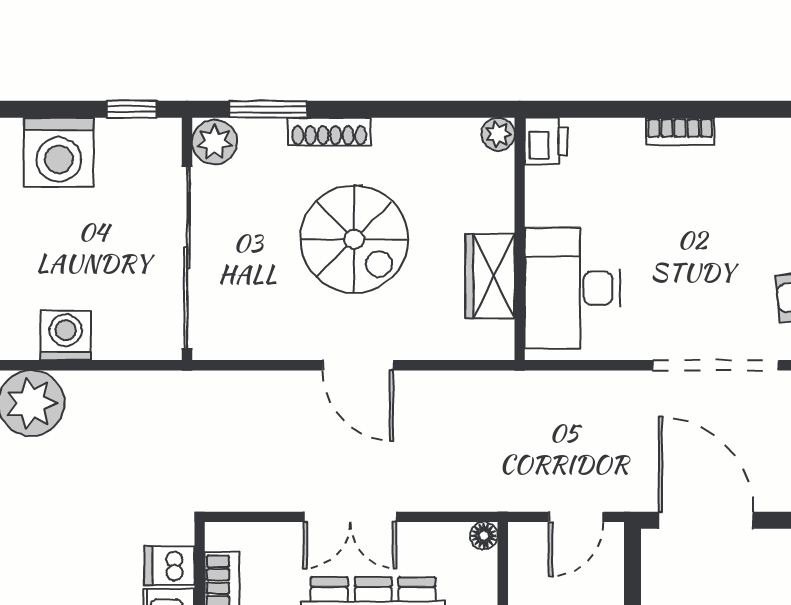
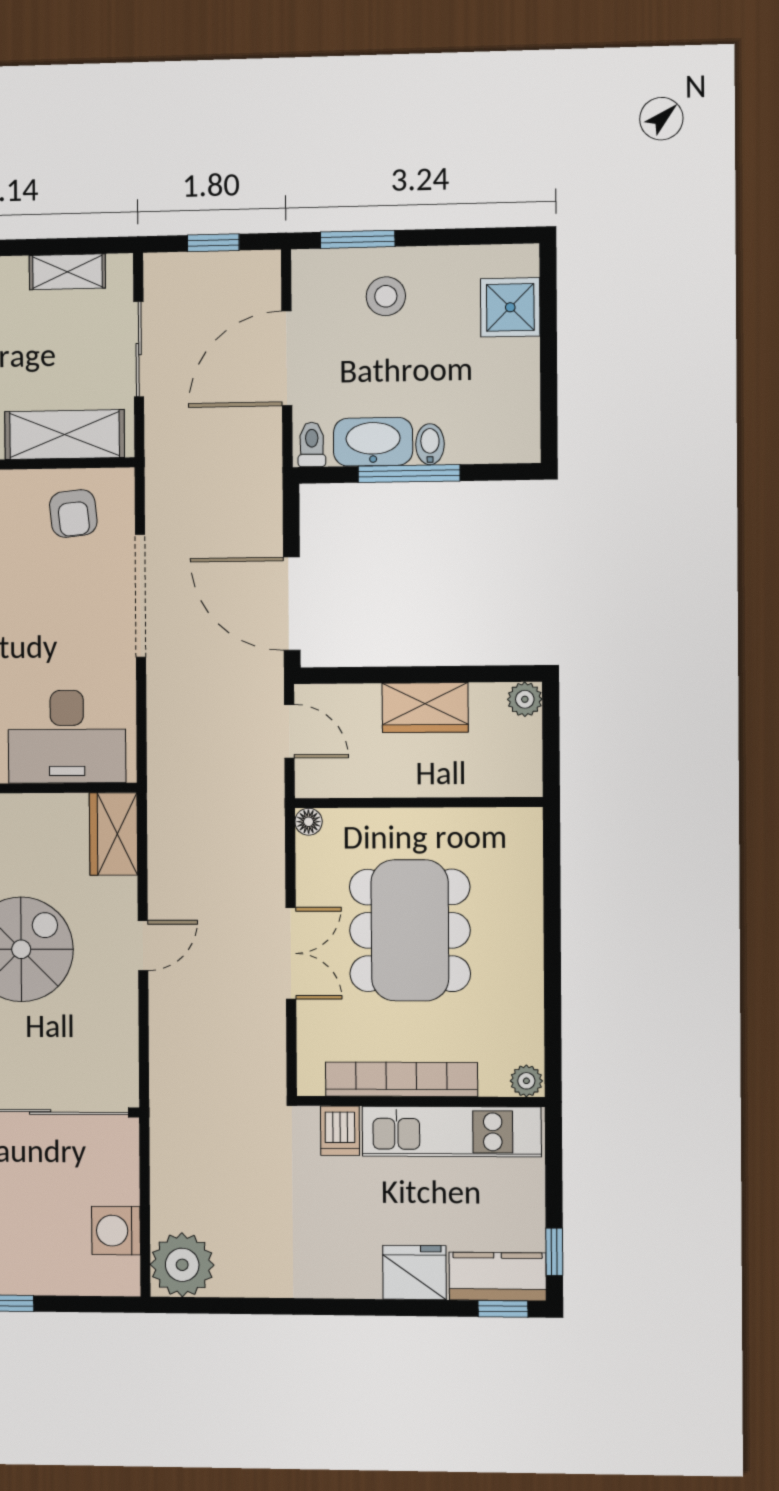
wardrobe: (490, 276) -> (113, 834), moved, turned 90
door: (358, 365) -> (143, 946), width x0.73
door: (706, 520) -> (292, 604), hinge flipped

